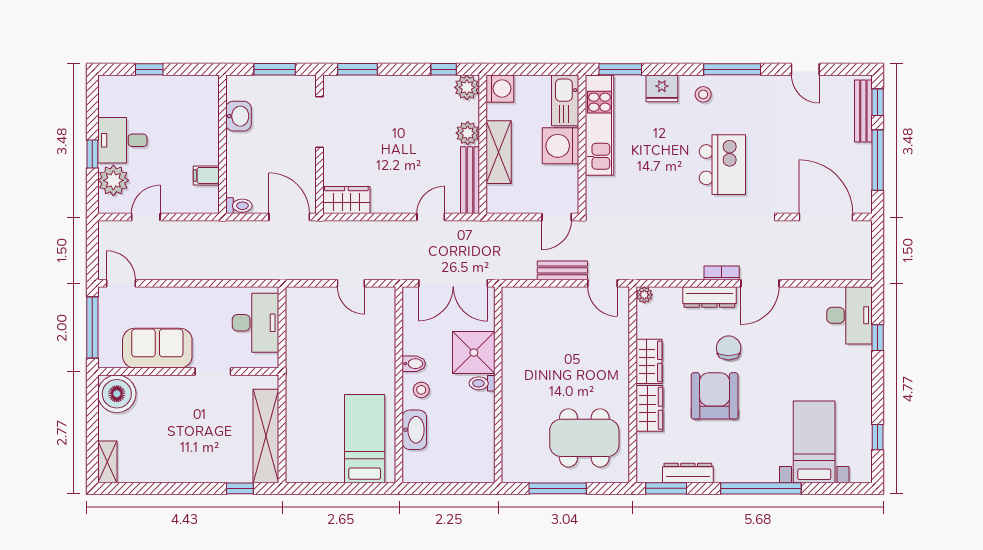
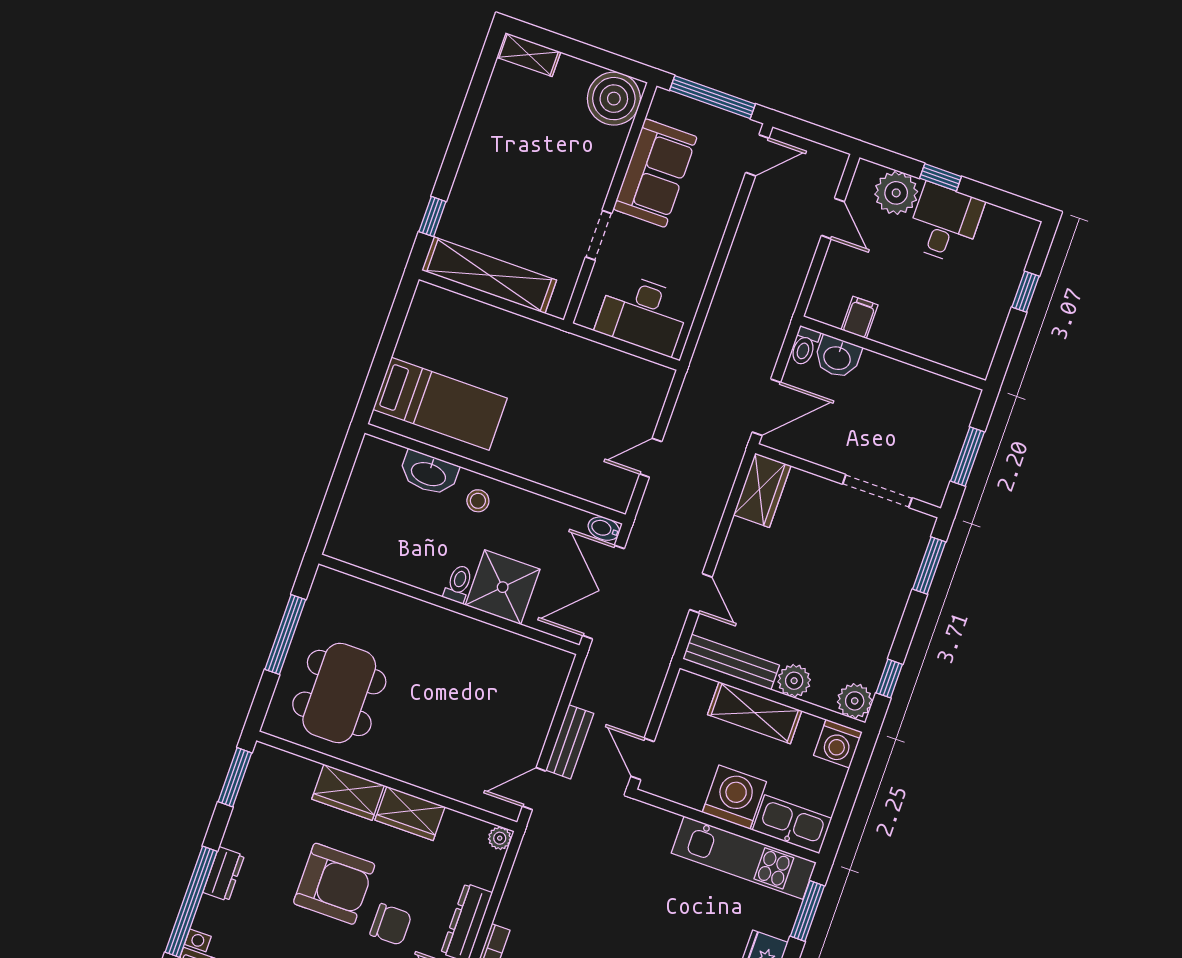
washbasin: (238, 116) -> (837, 357), moved
bidet: (414, 364) -> (604, 529), moved, turned 90
dresser: (688, 473) -> (224, 874), moved, width x0.70

